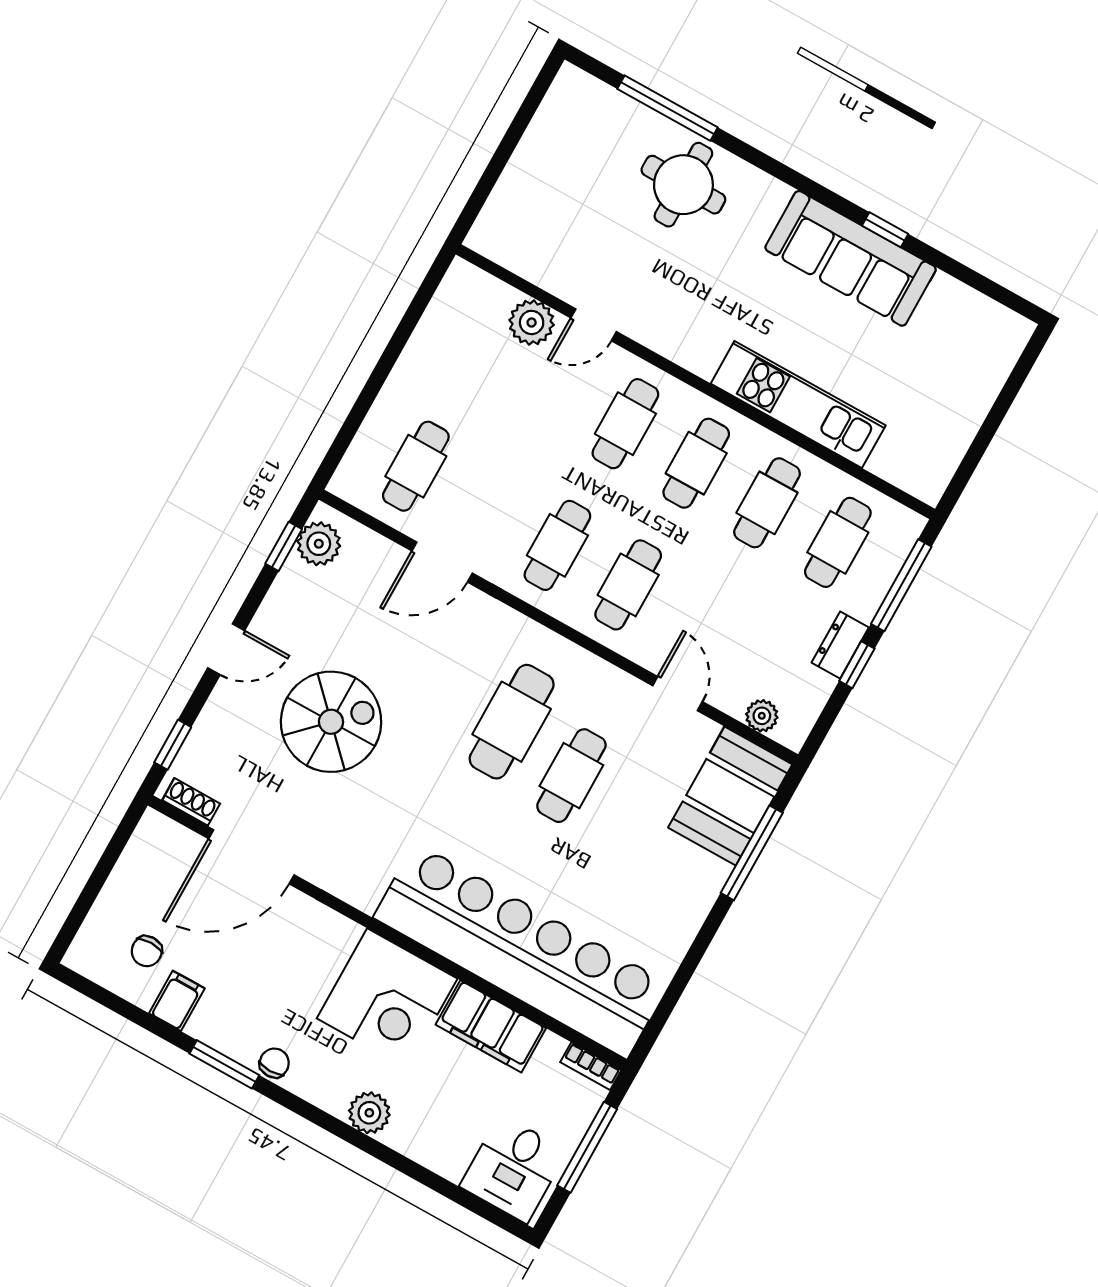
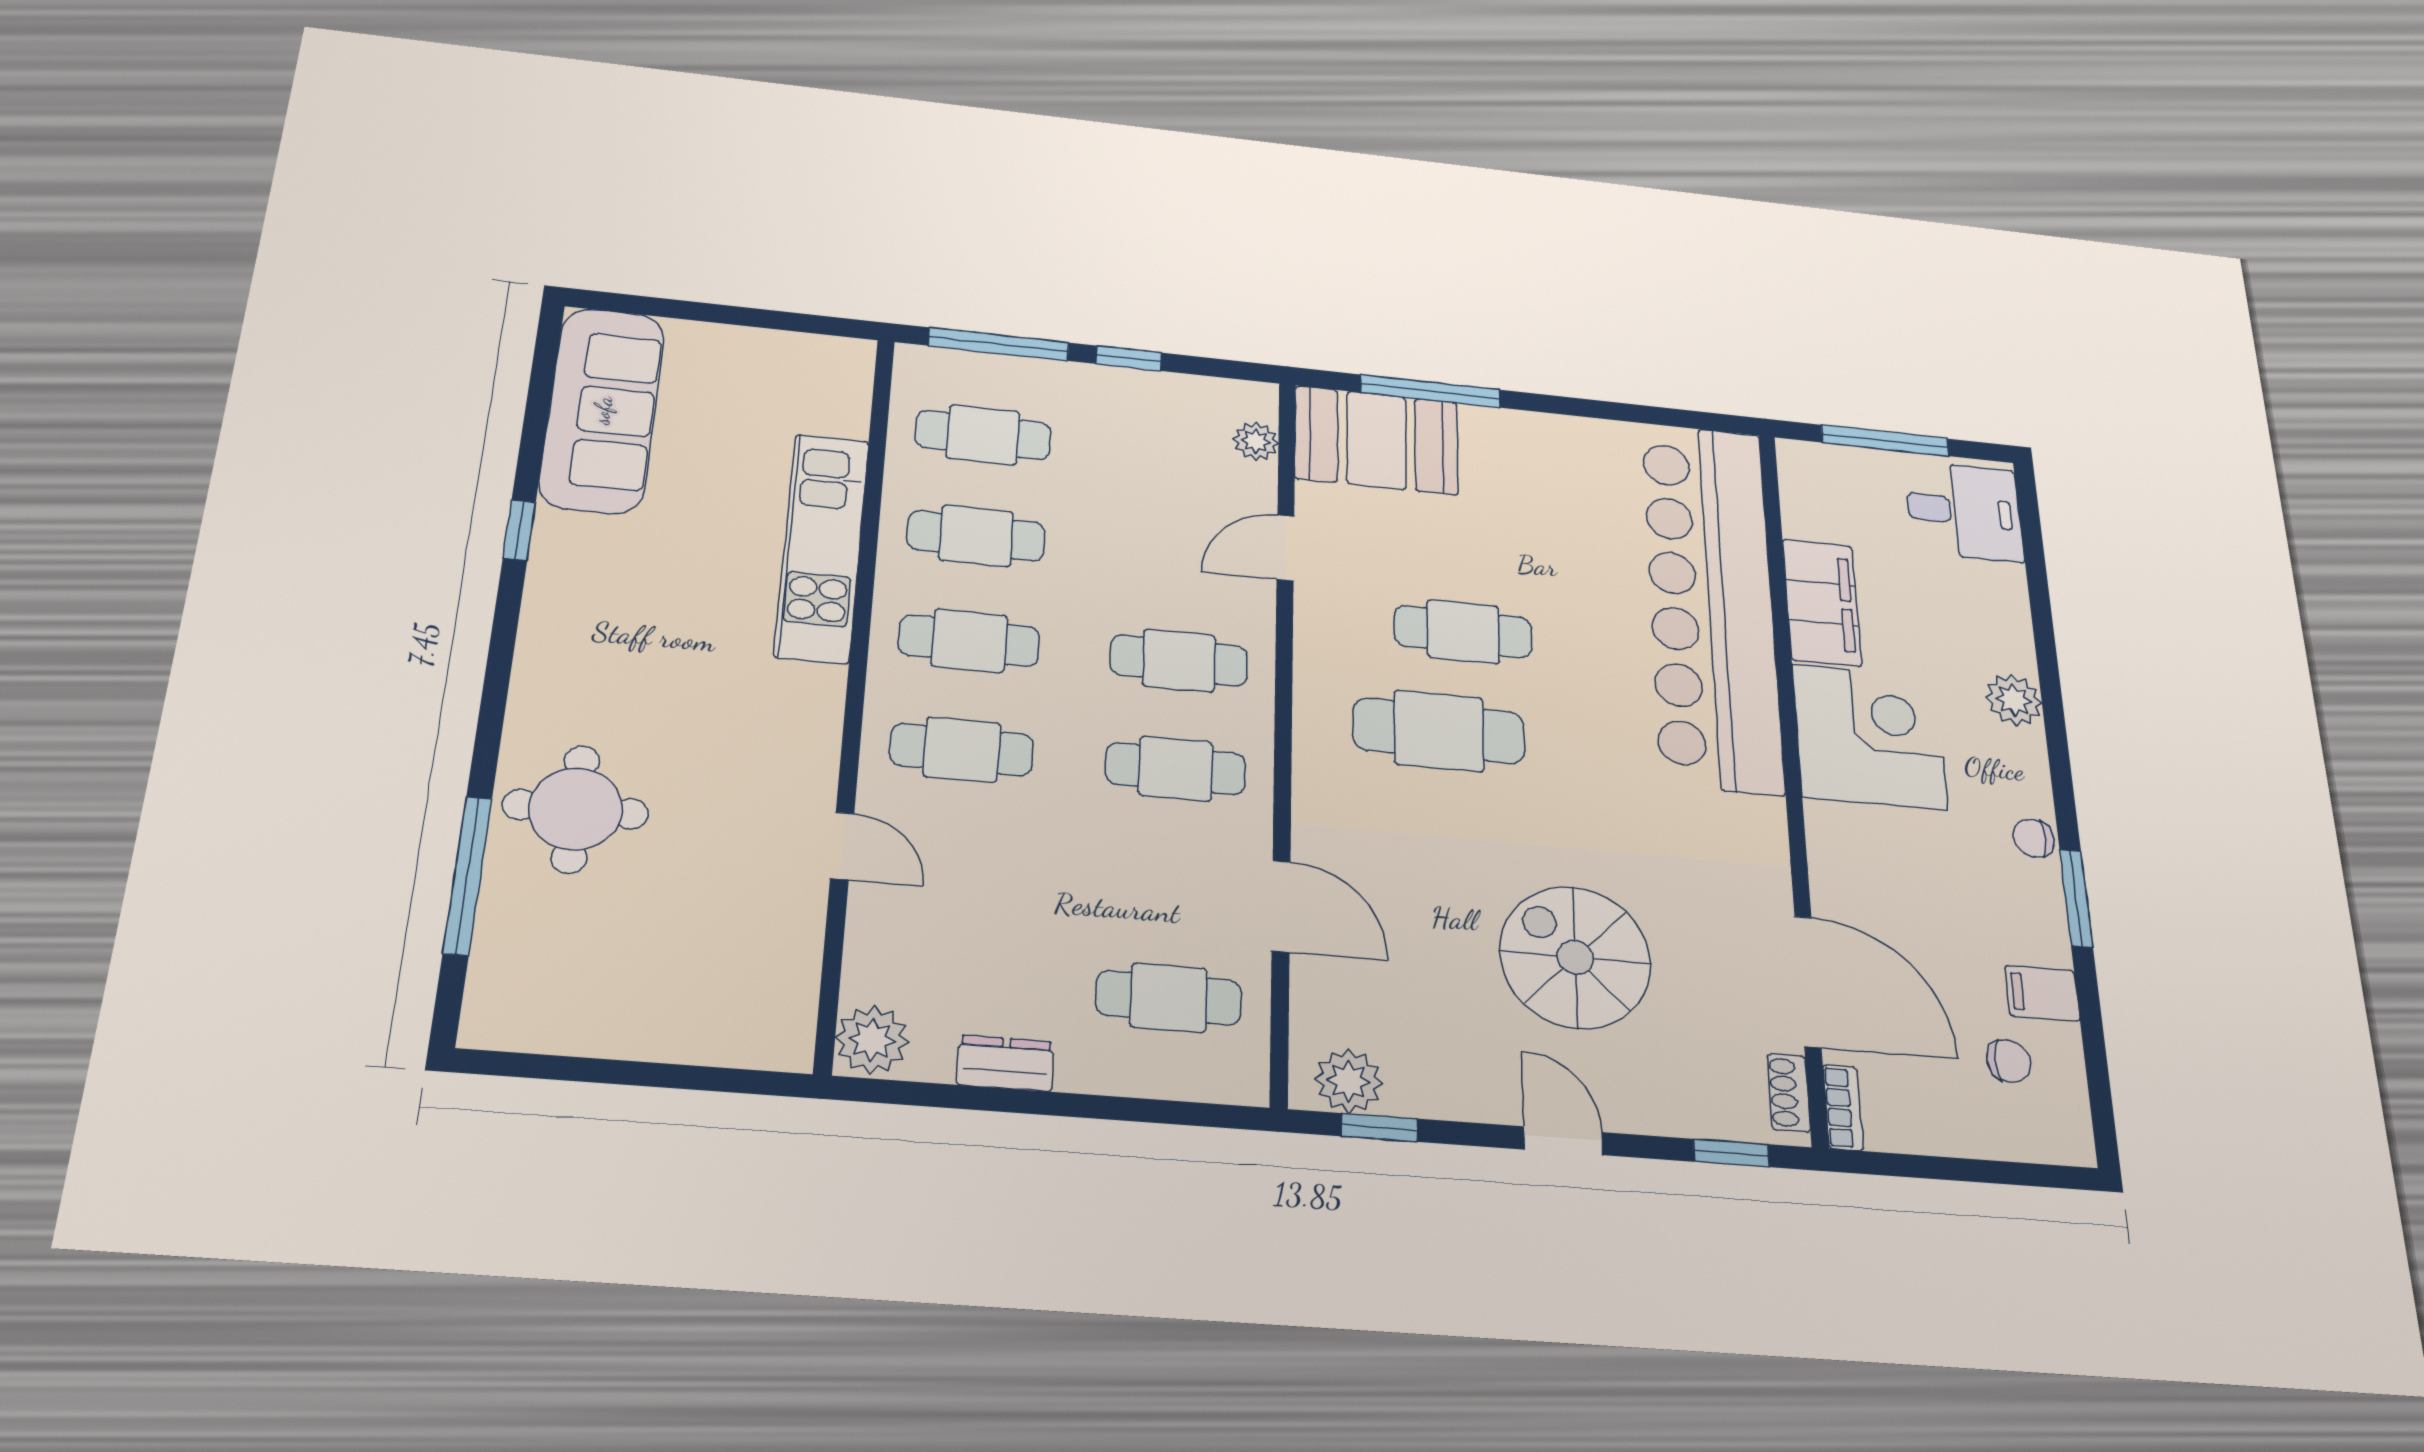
sofa: (851, 258) -> (602, 410), moved
plant: (532, 322) -> (872, 1040), moved
dresser: (840, 645) -> (1005, 1063), moved, turned 180
bookcase: (591, 1066) -> (1843, 1108), moved

